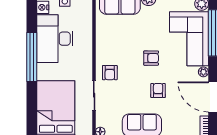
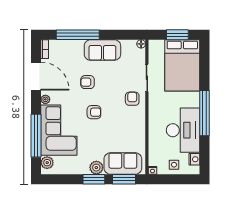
armchair: (151, 58) -> (94, 112), turned 180
armchair: (158, 90) -> (87, 82), turned 90

